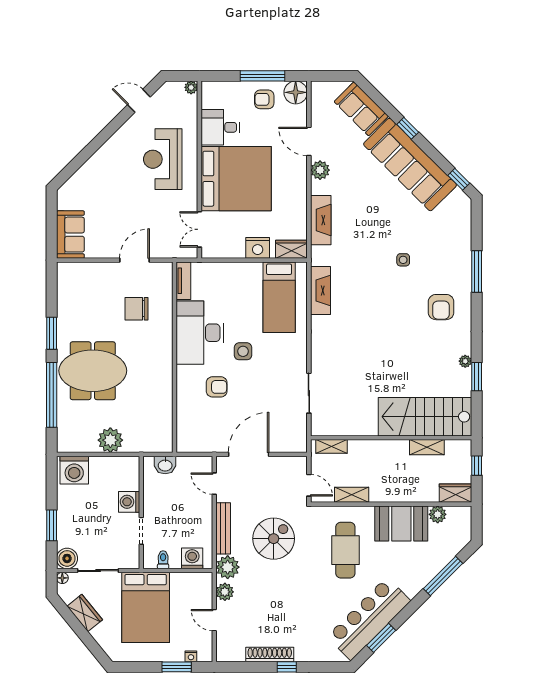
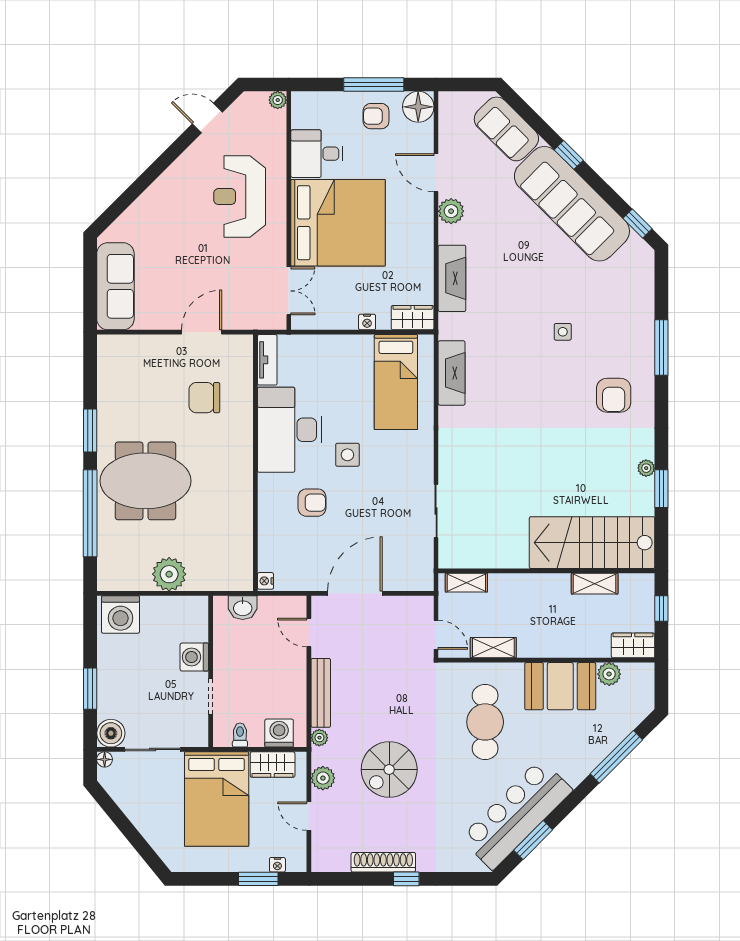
double door: (199, 229) -> (289, 291), swing flipped
sofa: (70, 235) -> (115, 286), width x1.36
nightstand: (258, 248) -> (367, 322), width x0.53, depth x0.56
nightstand: (182, 445) -> (265, 581), added
spiral stairs: (274, 539) -> (389, 770), moved, turned 180
plant: (228, 567) -> (319, 738), width x0.53, depth x0.53
wardrobe: (85, 613) -> (273, 765), moved, turned 129

